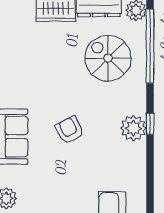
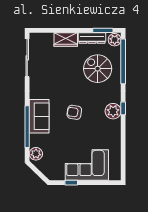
armchair: (70, 130) -> (74, 112), turned -54

